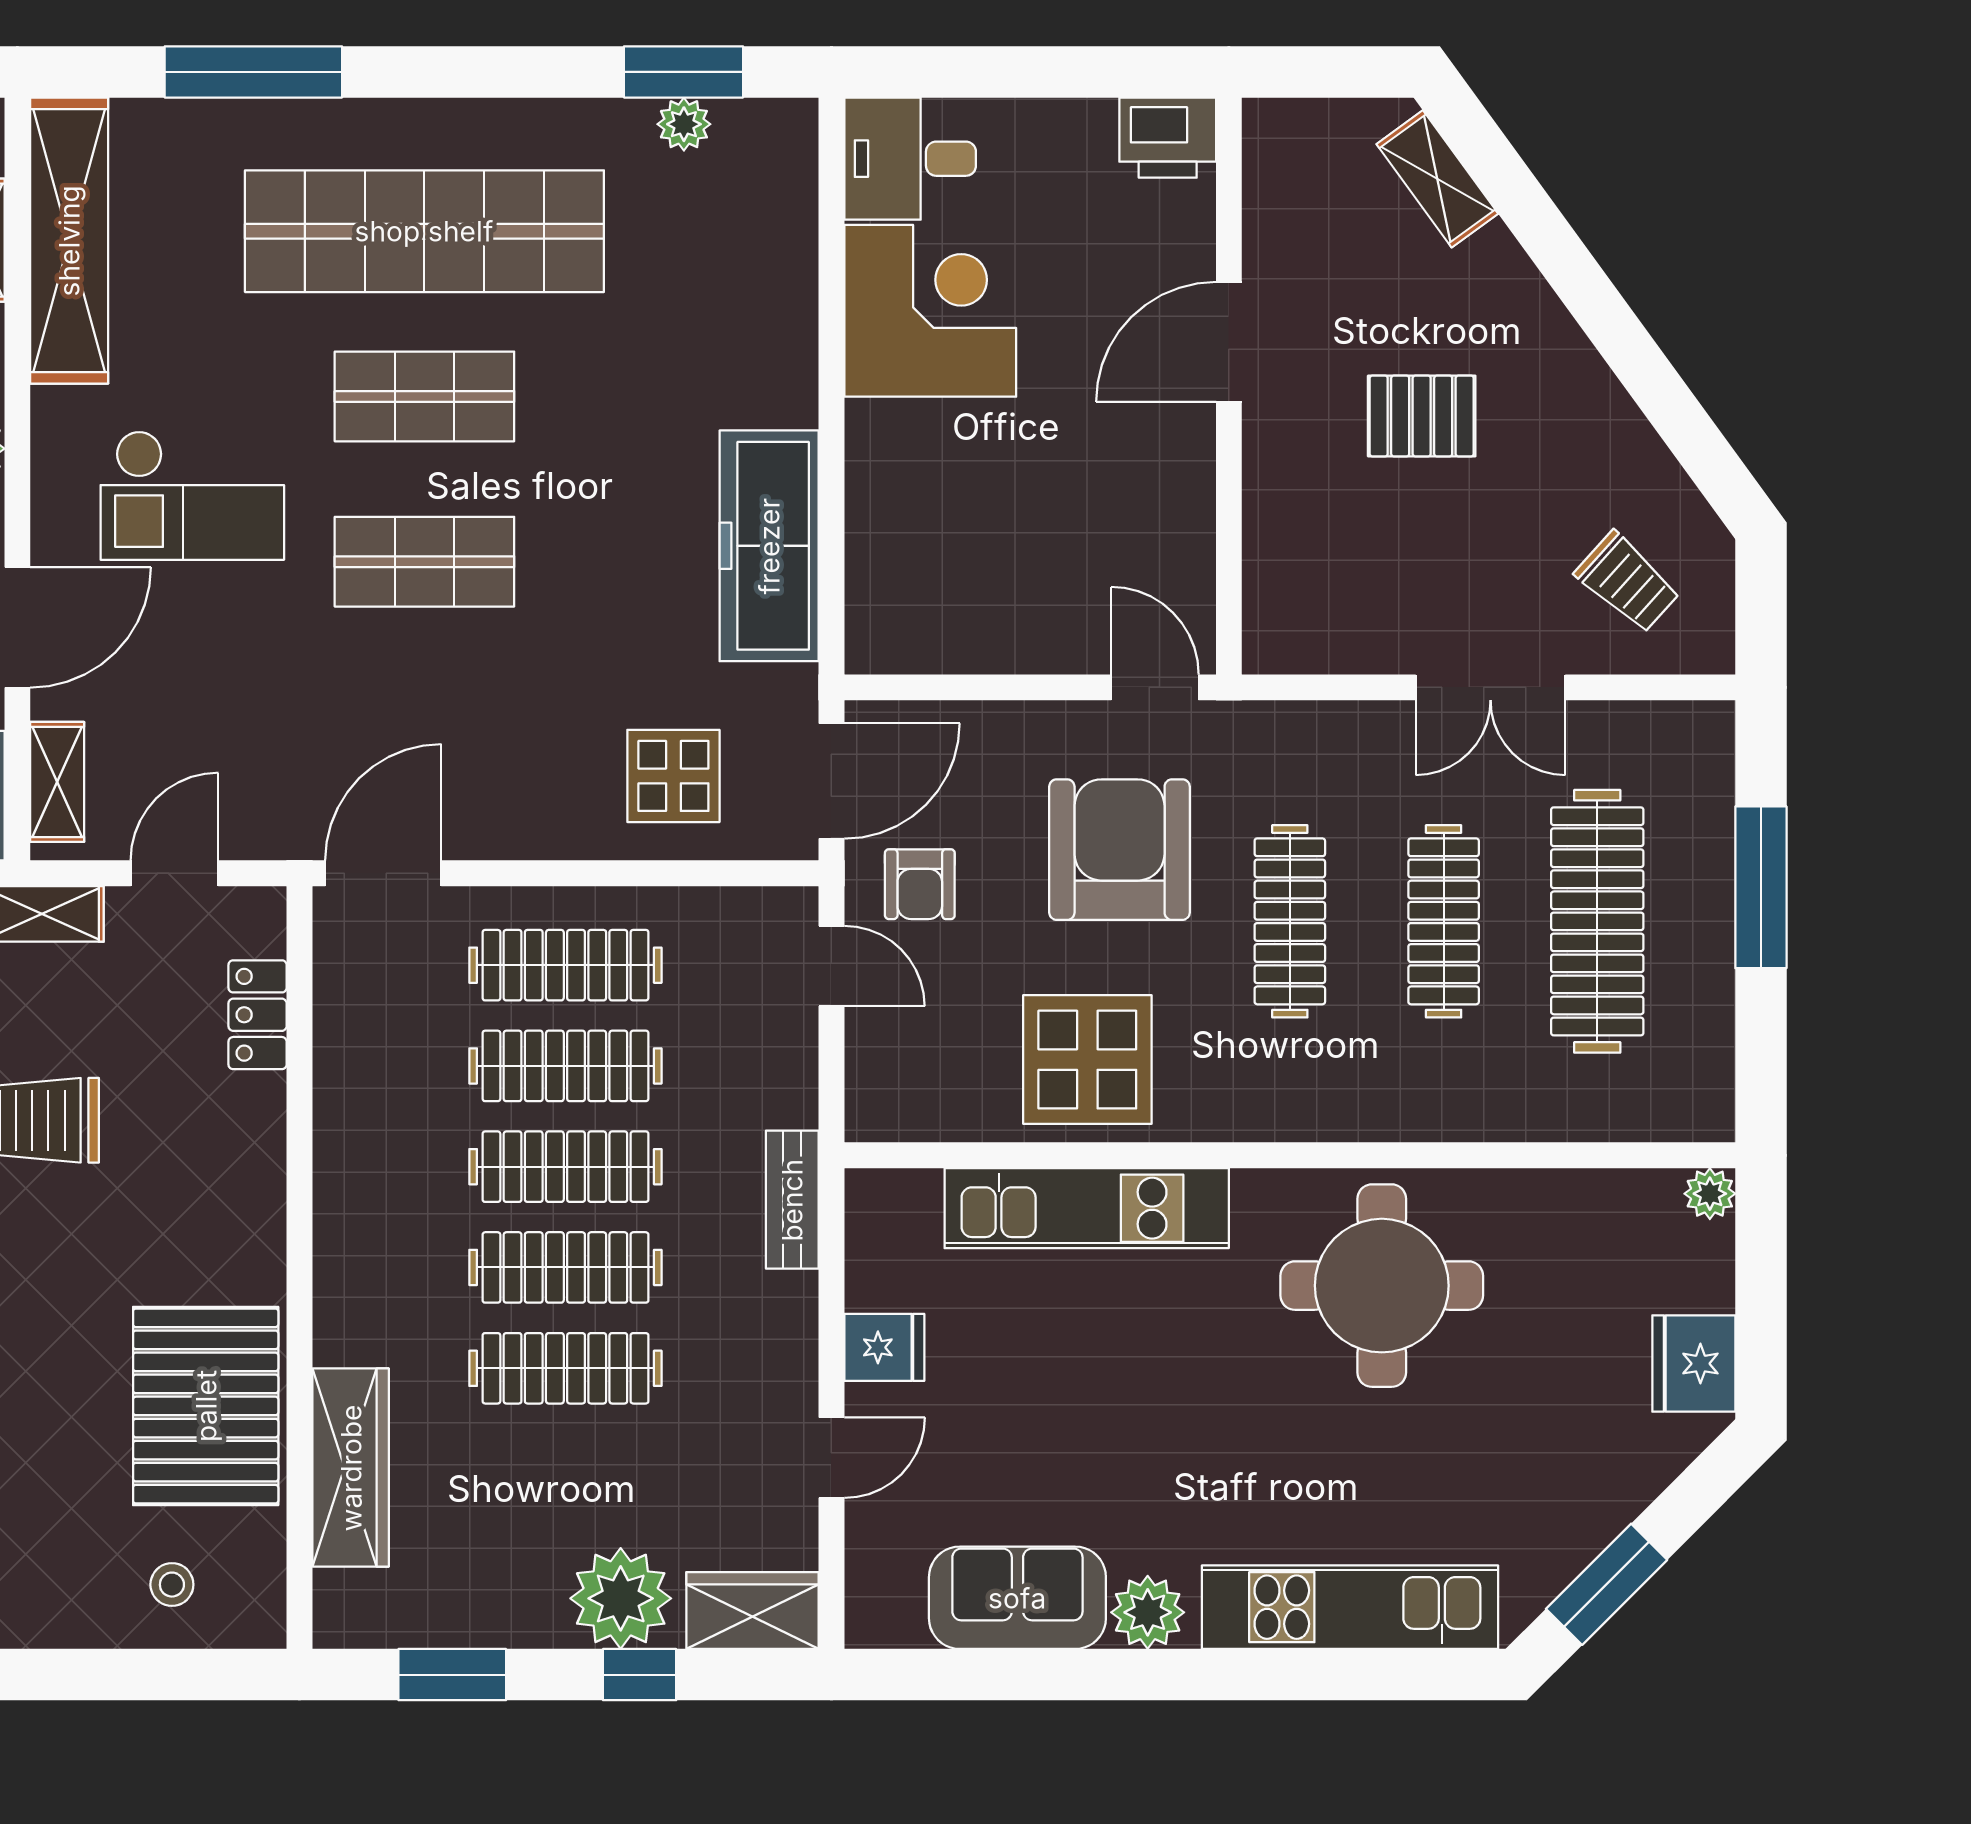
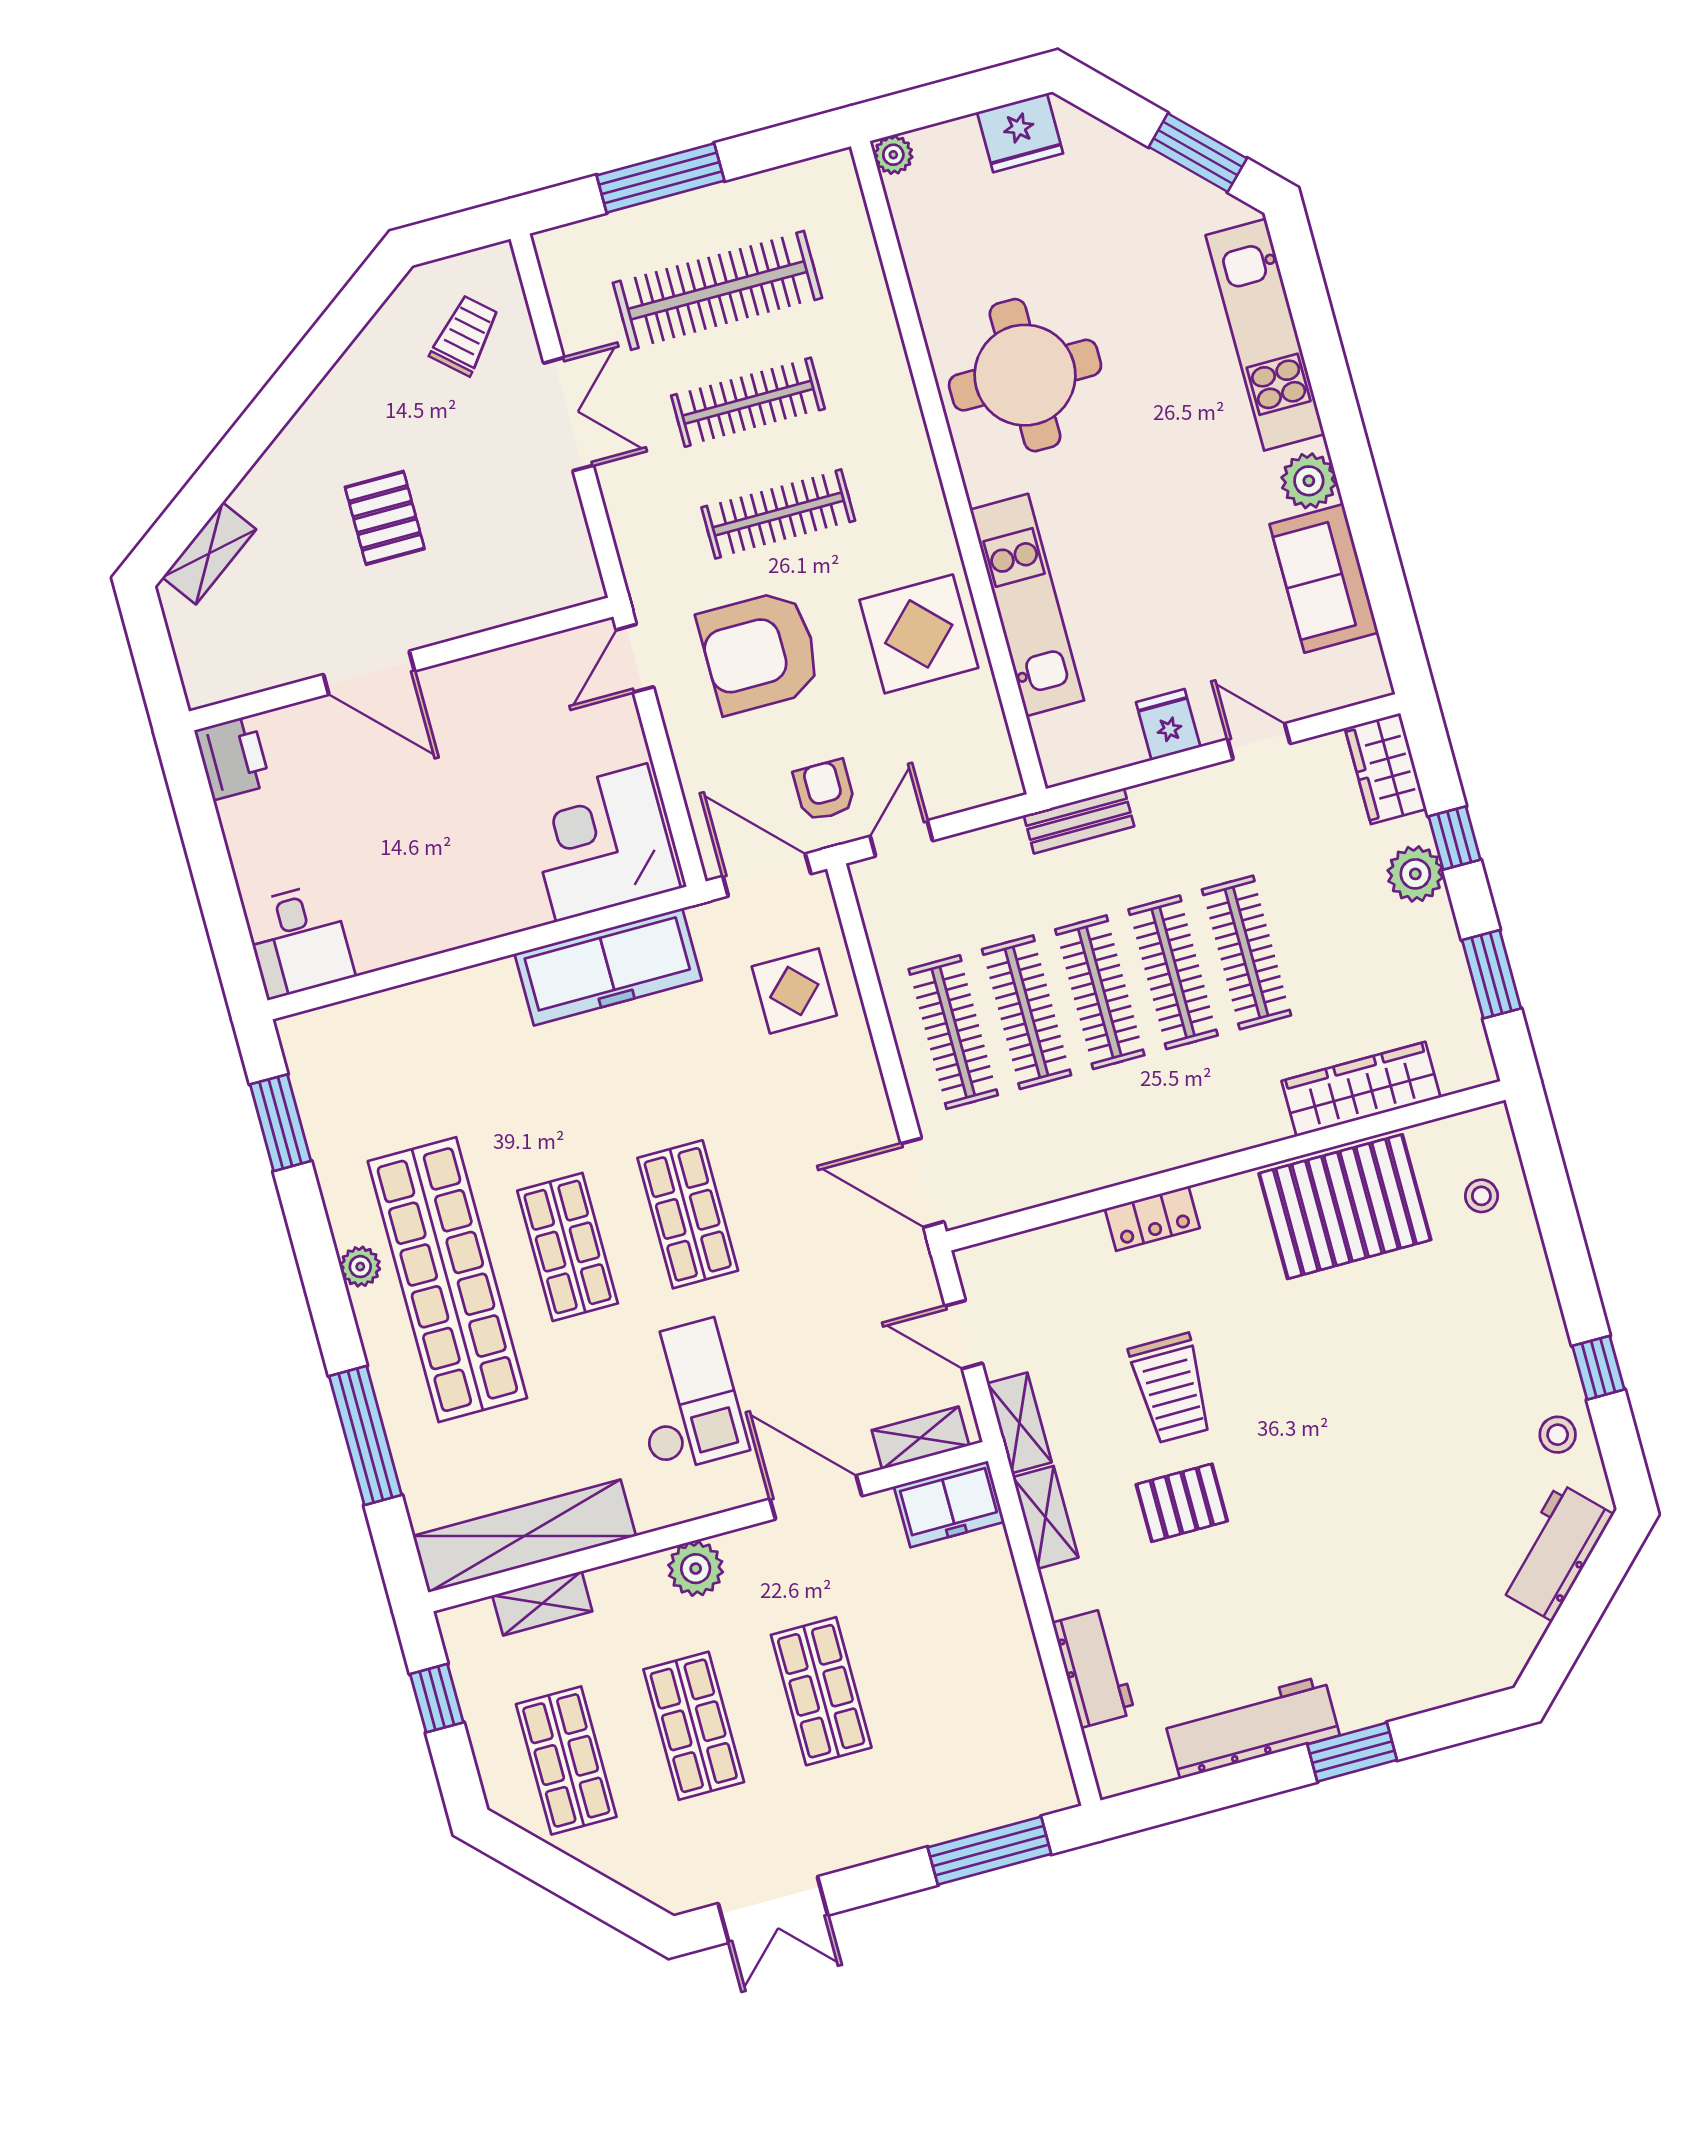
plant: (684, 124) -> (360, 1267), moved
corner desk: (930, 311) -> (602, 843), moved
armchair: (920, 884) -> (824, 790), turned -90
locker: (258, 1015) -> (1152, 1218), moved
plant: (621, 1598) -> (1415, 874), width x0.73, depth x0.73

